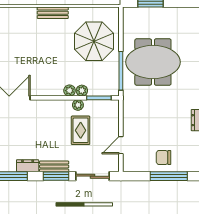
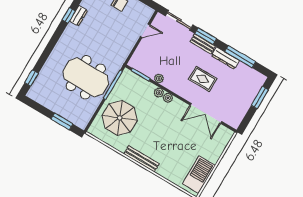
bench: (53, 13) -> (142, 159), width x1.36
plant: (82, 91) -> (168, 98), moved
rug: (81, 130) -> (203, 79), moved, turned 90
dresser: (28, 166) -> (225, 58), width x1.44

